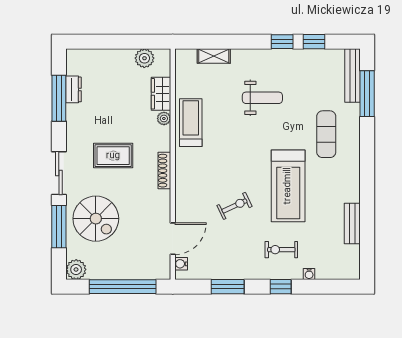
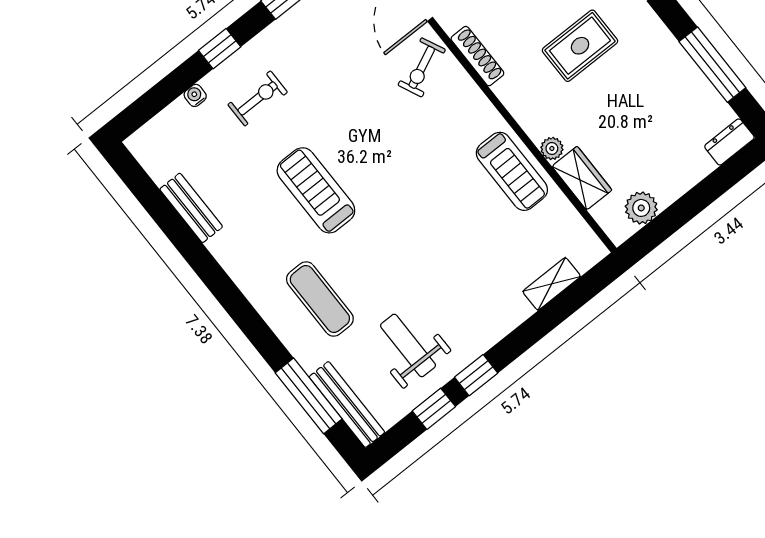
dresser: (74, 89) -> (729, 142), moved, turned 90
weight bench: (262, 98) -> (408, 345), moved, turned 90
shoe rack: (164, 171) -> (477, 56), moved
treadmill: (288, 186) -> (316, 190), width x0.73, depth x0.73
exercise bike: (235, 206) -> (422, 67), moved

